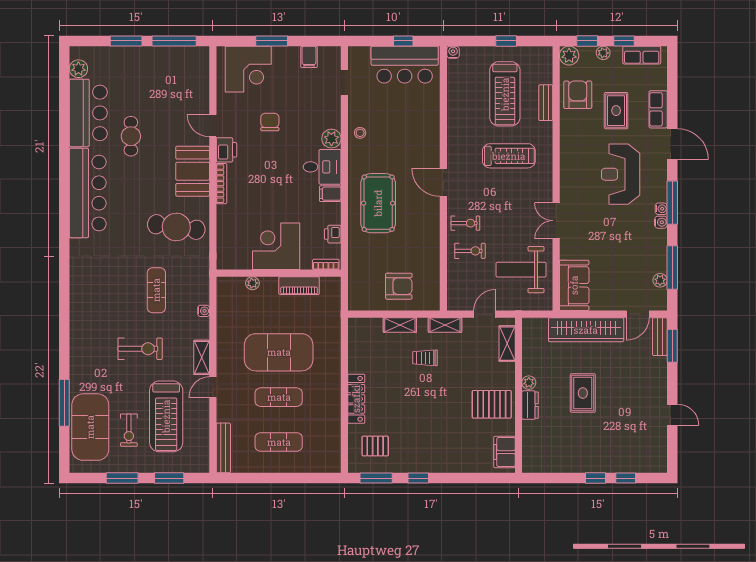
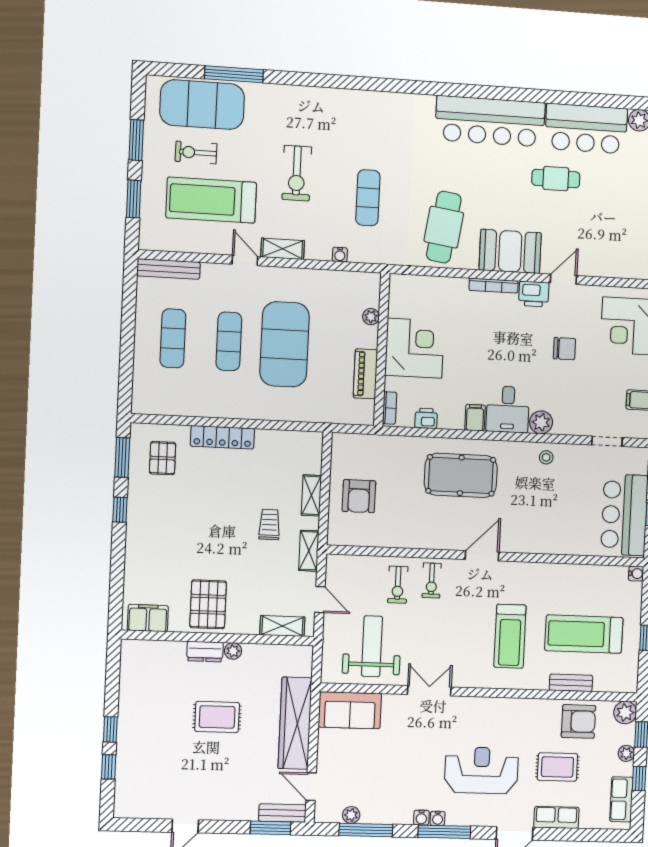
exercise mat: (156, 290) -> (368, 198), turned 90

